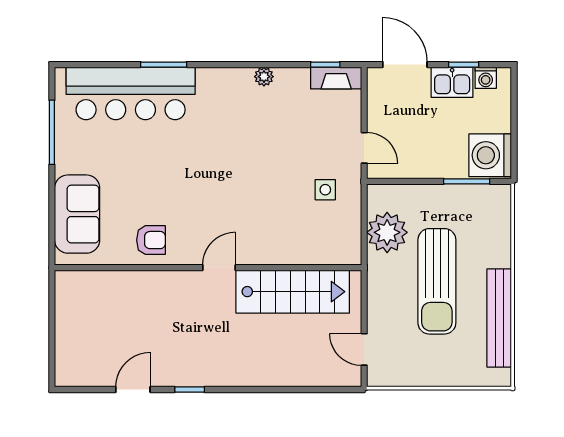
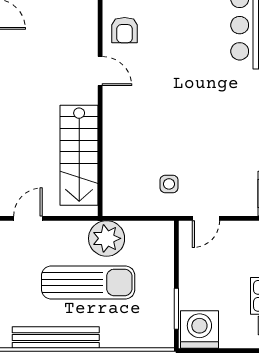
plant: (387, 232) -> (107, 238), moved
door: (219, 268) -> (100, 71), moved
sun lounger: (437, 281) -> (88, 282), turned 180

